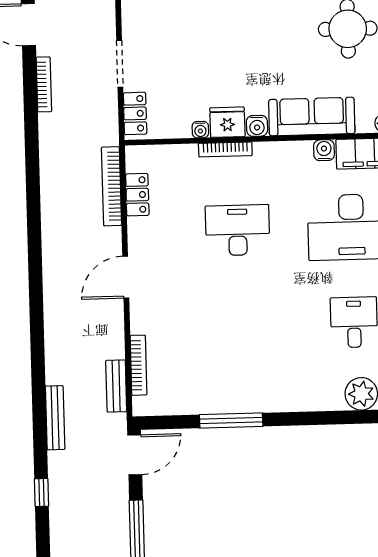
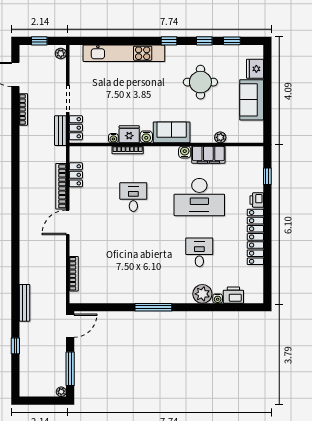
sofa: (312, 117) -> (172, 132), width x0.73
bookcase: (111, 186) -> (61, 186), moved
desk: (238, 230) -> (133, 197), width x0.73
bench: (116, 386) -> (60, 131), moved
window: (231, 420) -> (153, 307), moved

